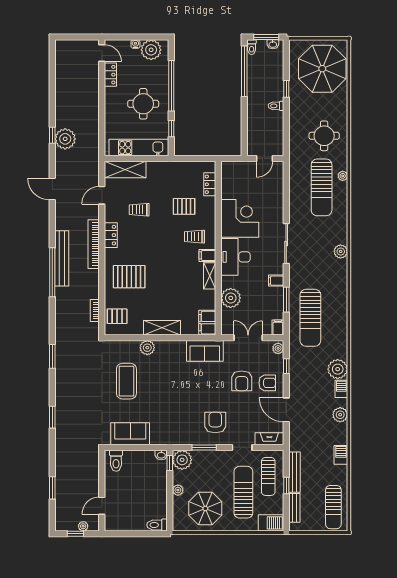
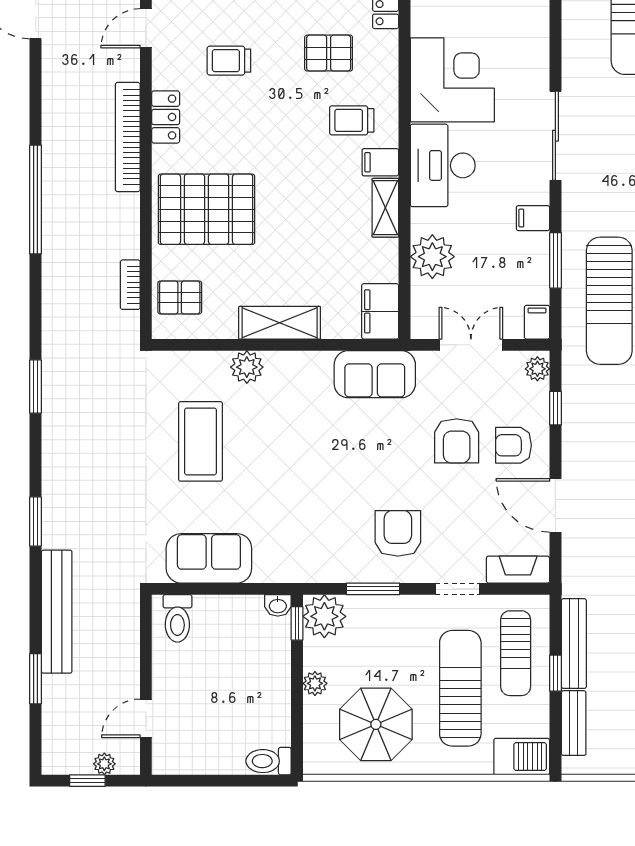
bench: (62, 258) -> (57, 612), moved
pallet: (129, 277) -> (207, 209), width x1.37, depth x1.41
armchair: (267, 383) -> (513, 445), turned 180

